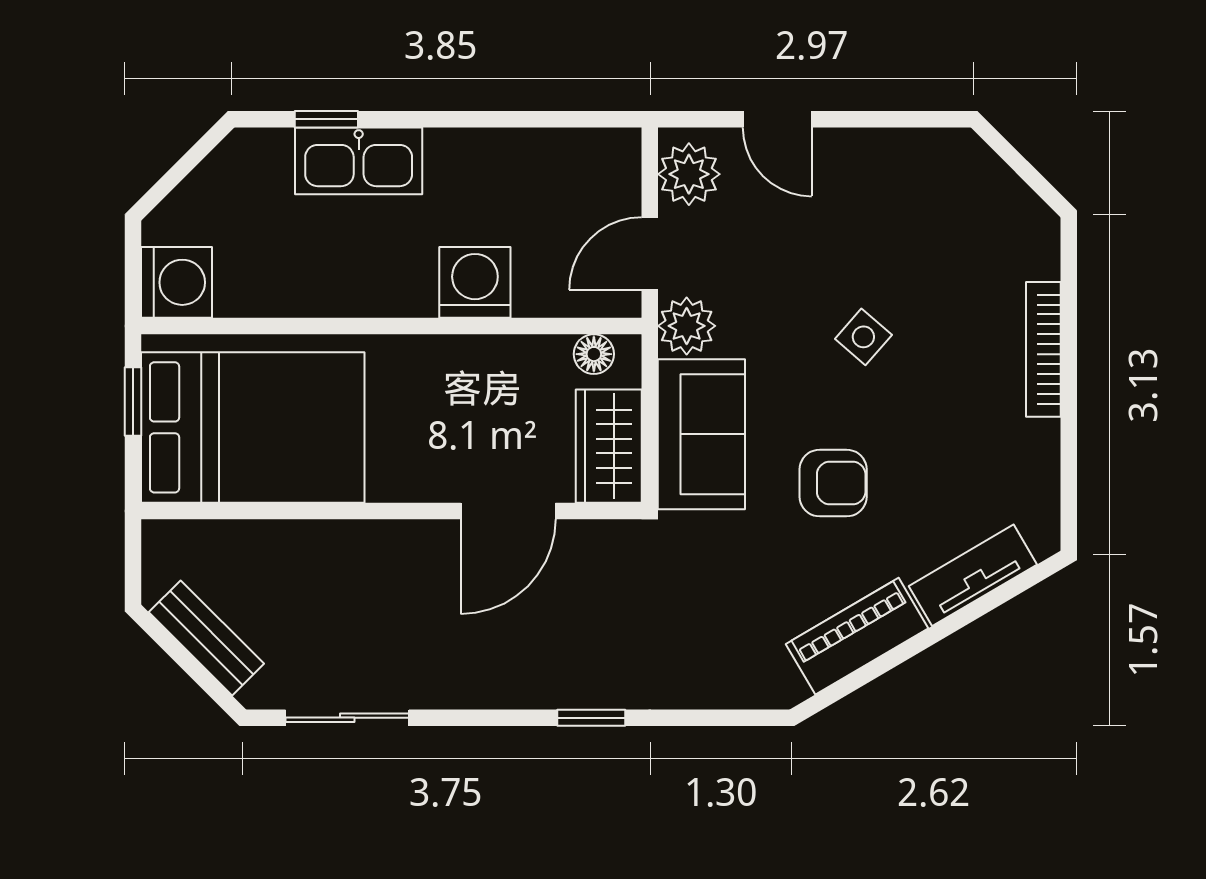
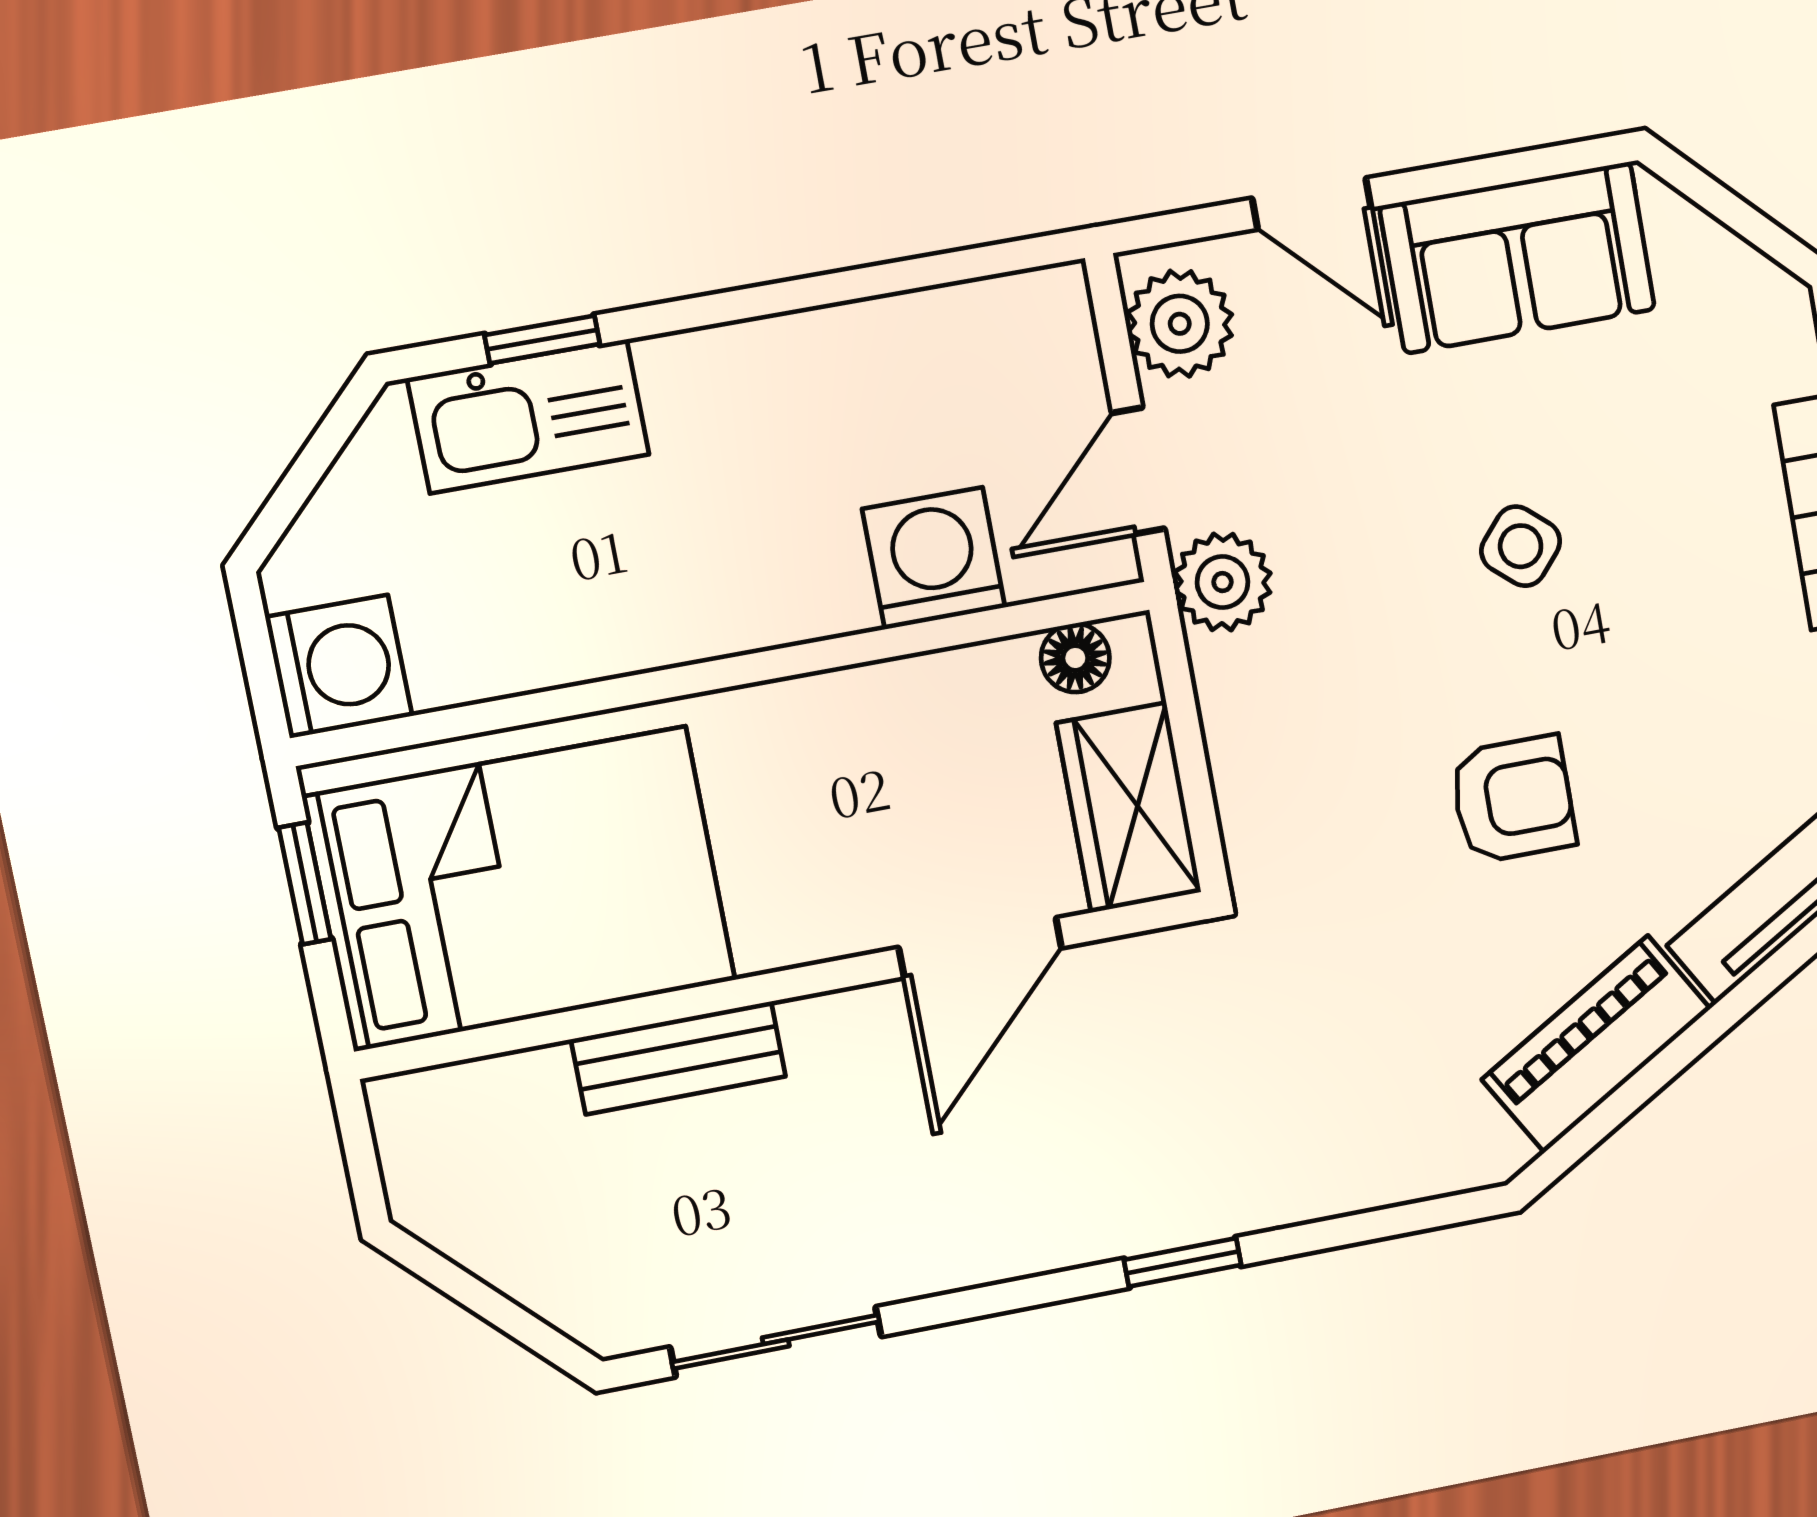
kitchen sink: (359, 161) -> (528, 416), moved
washing machine: (475, 282) -> (934, 558), moved
sofa: (701, 434) -> (1517, 258), moved, turned 90
bench: (206, 638) -> (678, 1058), moved, turned -45

